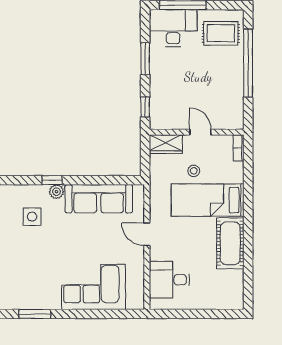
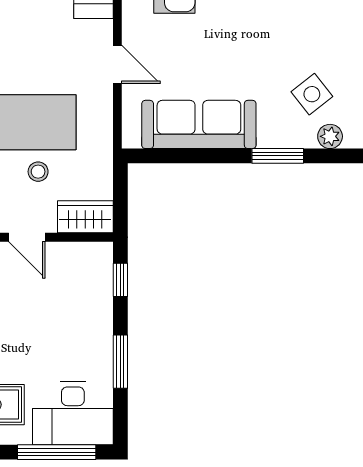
window: (52, 180) -> (278, 156), width x1.50
plant: (56, 192) -> (330, 136), moved
side table: (32, 217) -> (312, 94), turned -38

